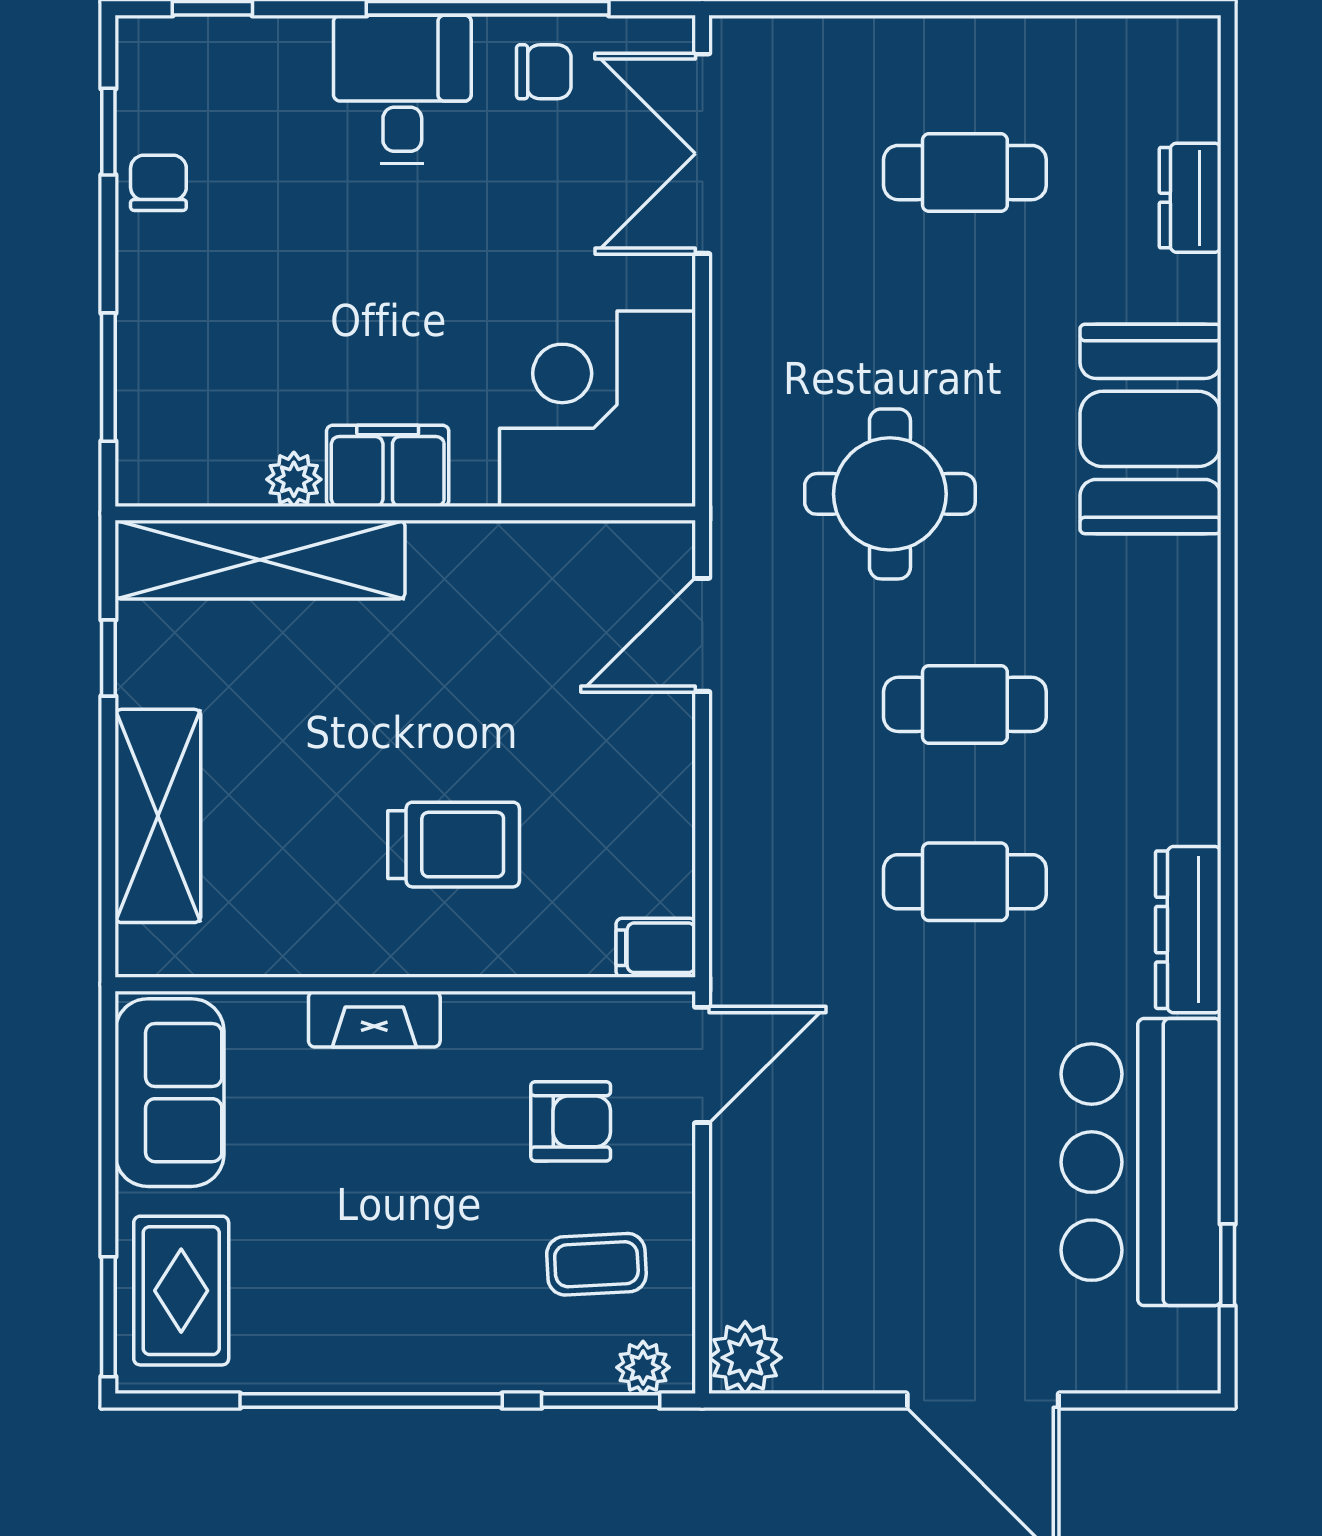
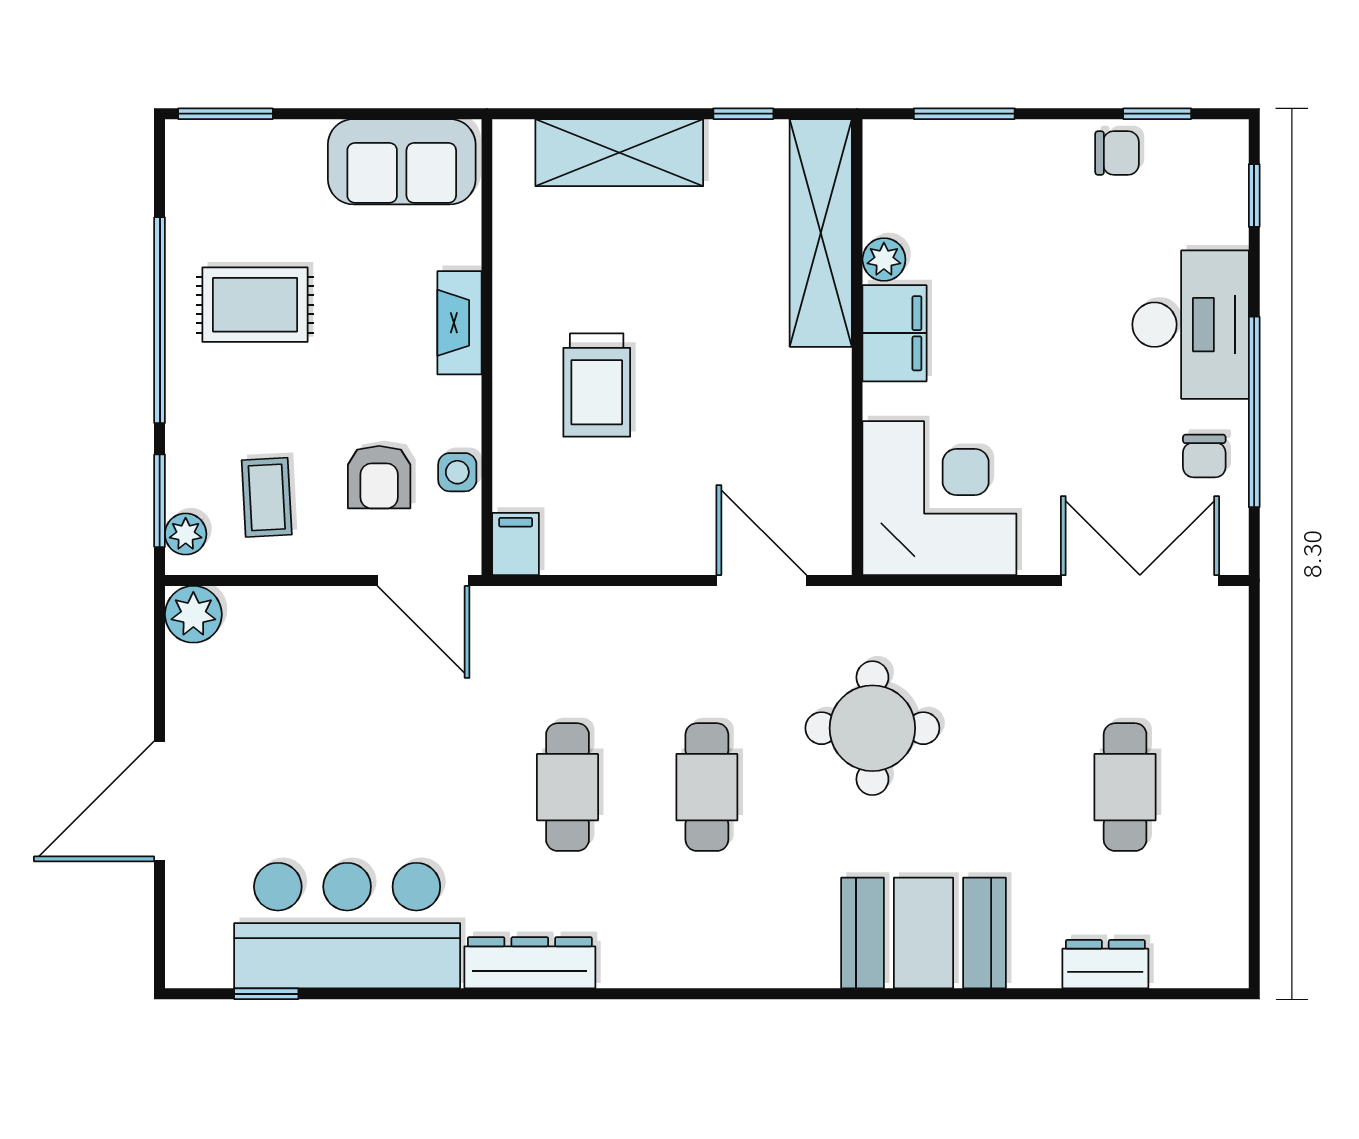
desk: (402, 89) -> (1191, 325), width x1.37
side table: (564, 1022) -> (457, 472), added
rug: (181, 1291) -> (255, 305), moved

